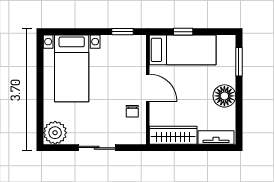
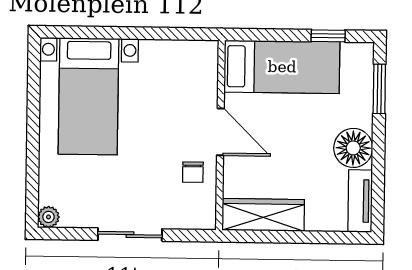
window: (123, 32) -> (178, 34), removed
window: (183, 32) -> (328, 36), moved
plant: (55, 133) -> (48, 217), width x0.53, depth x0.53
tv unit: (216, 138) -> (360, 201), moved, turned -90

